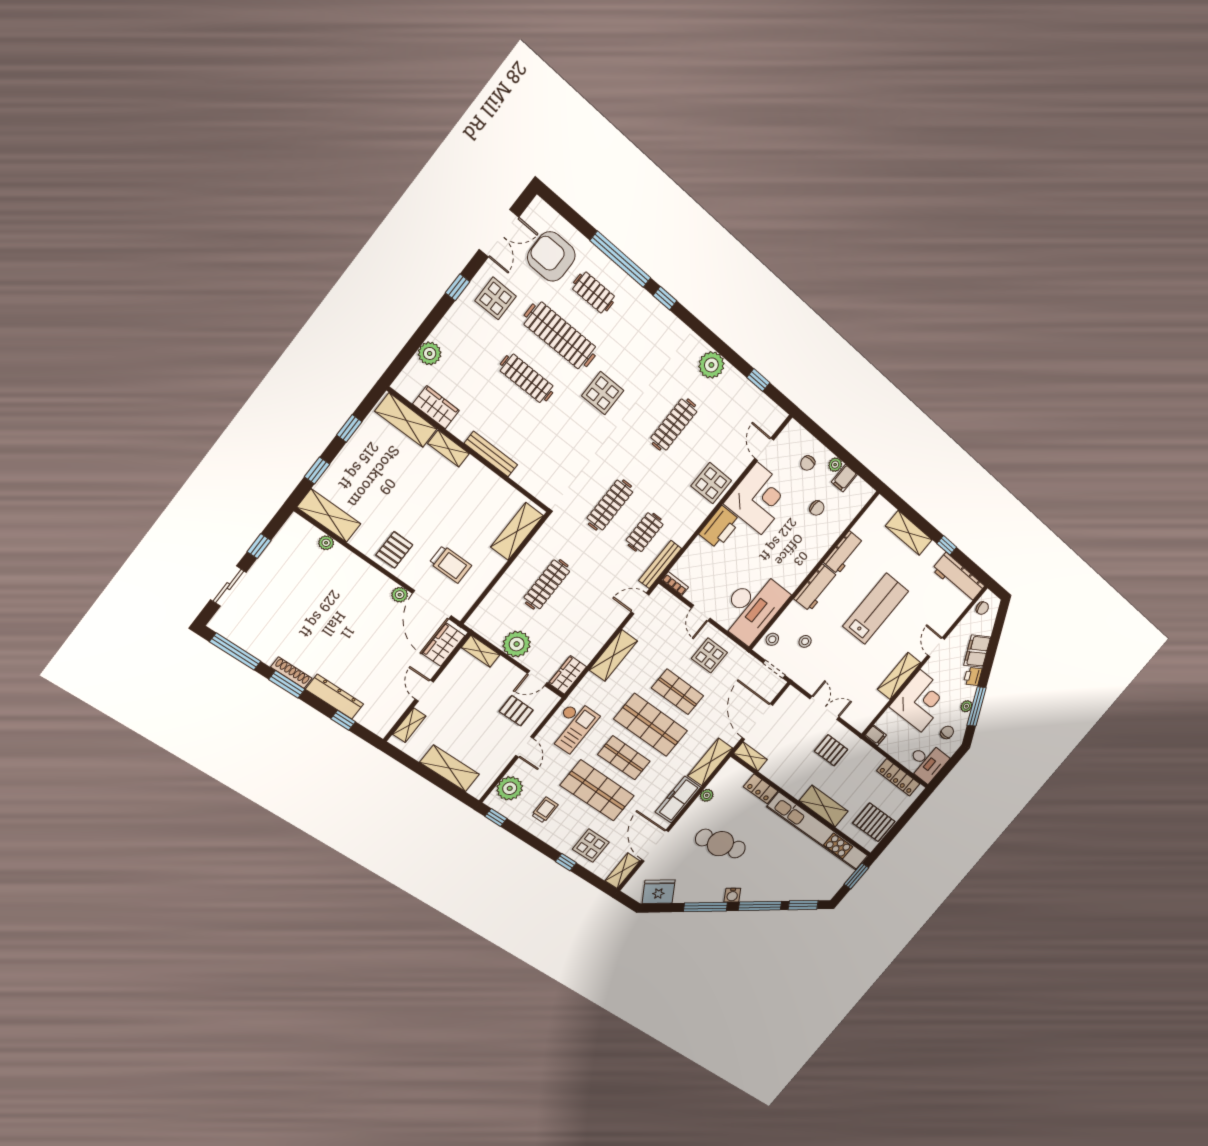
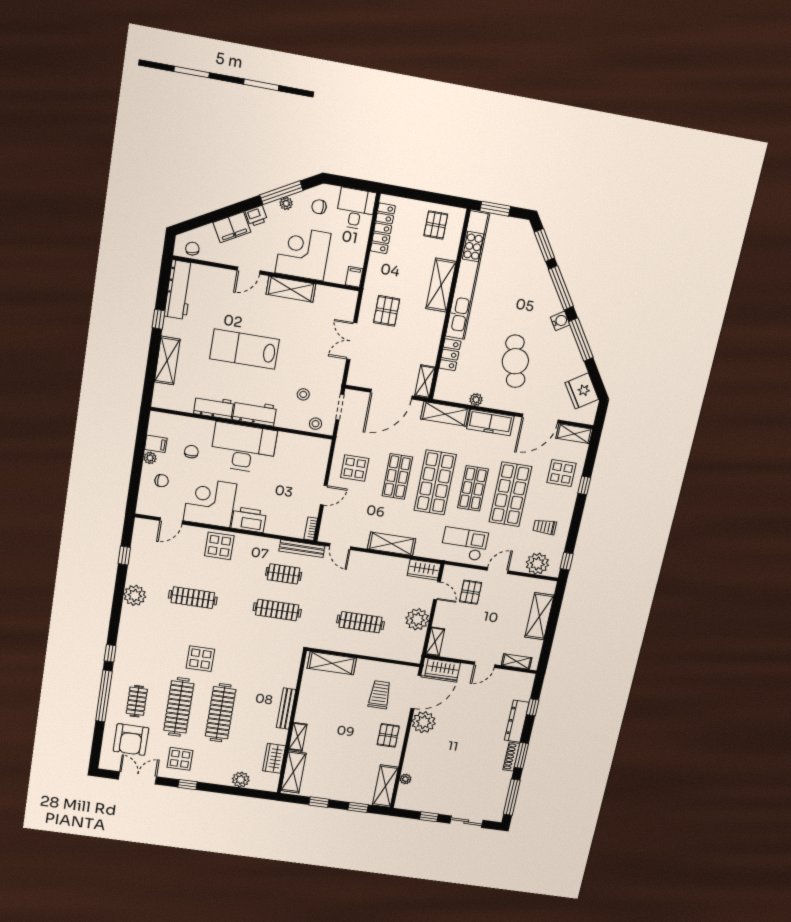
clothes rail: (527, 378) -> (221, 713), width x1.37, depth x1.31
pallet: (394, 550) -> (388, 735), turned 90
plant: (400, 595) -> (424, 722), width x1.88, depth x1.88
desk: (752, 607) -> (243, 448), moved
pallet: (874, 822) -> (436, 225), width x0.67, depth x0.71

